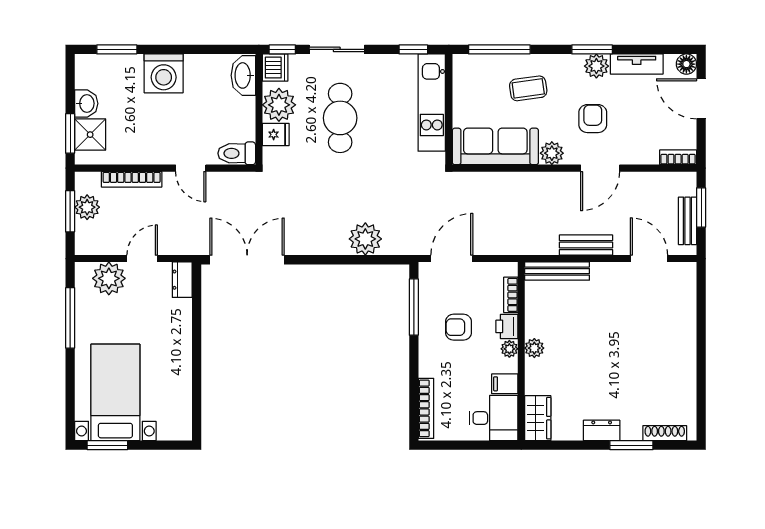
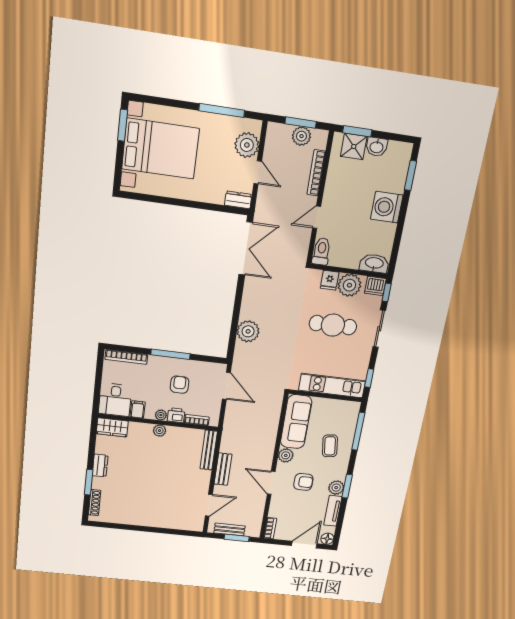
window: (414, 307) -> (170, 354), moved
bed with nightstands: (115, 392) -> (160, 149), width x1.36

